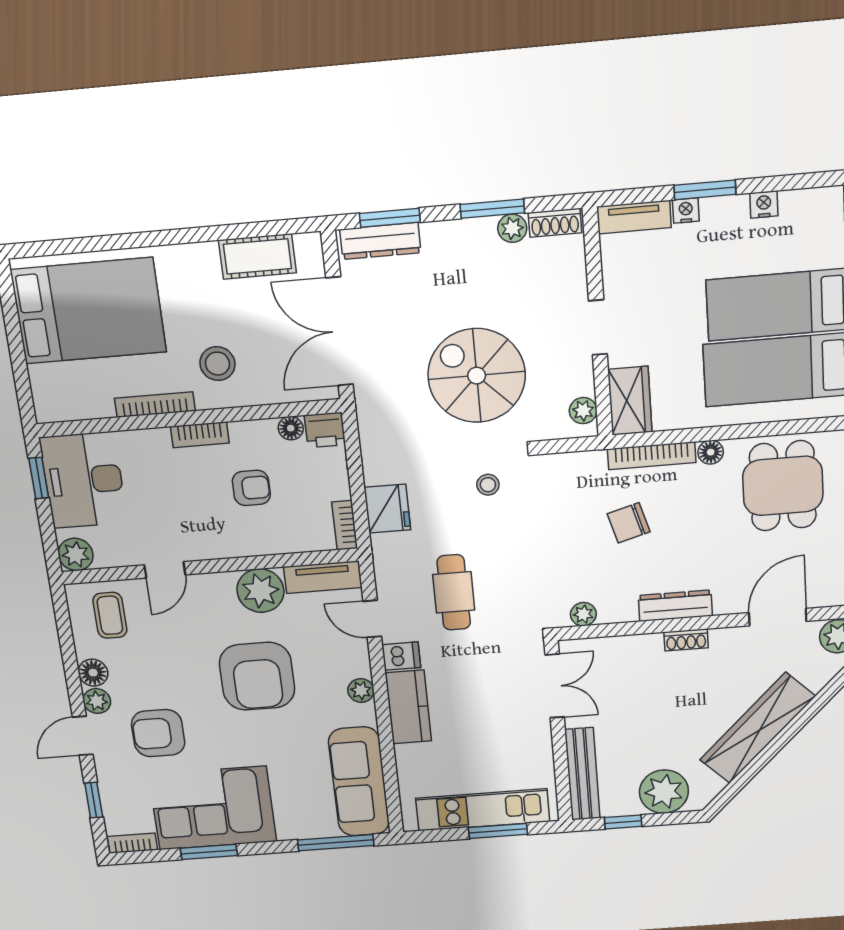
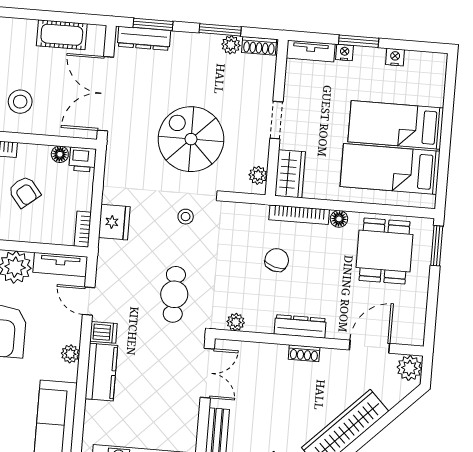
armchair: (251, 488) -> (24, 192), turned 51
chair: (629, 523) -> (277, 260), turned 122
cafe table: (454, 592) -> (174, 294), moved

